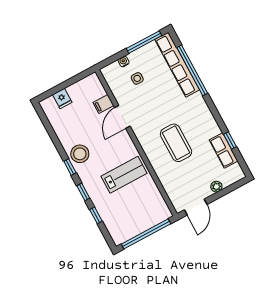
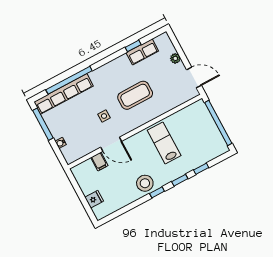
side table: (137, 78) -> (104, 116), moved

